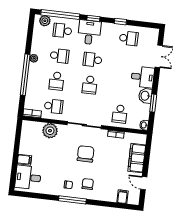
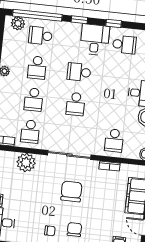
desk: (89, 32) -> (95, 40), moved
school desk: (59, 56) -> (37, 68), turned 90
school desk: (54, 106) -> (30, 131), turned 90

